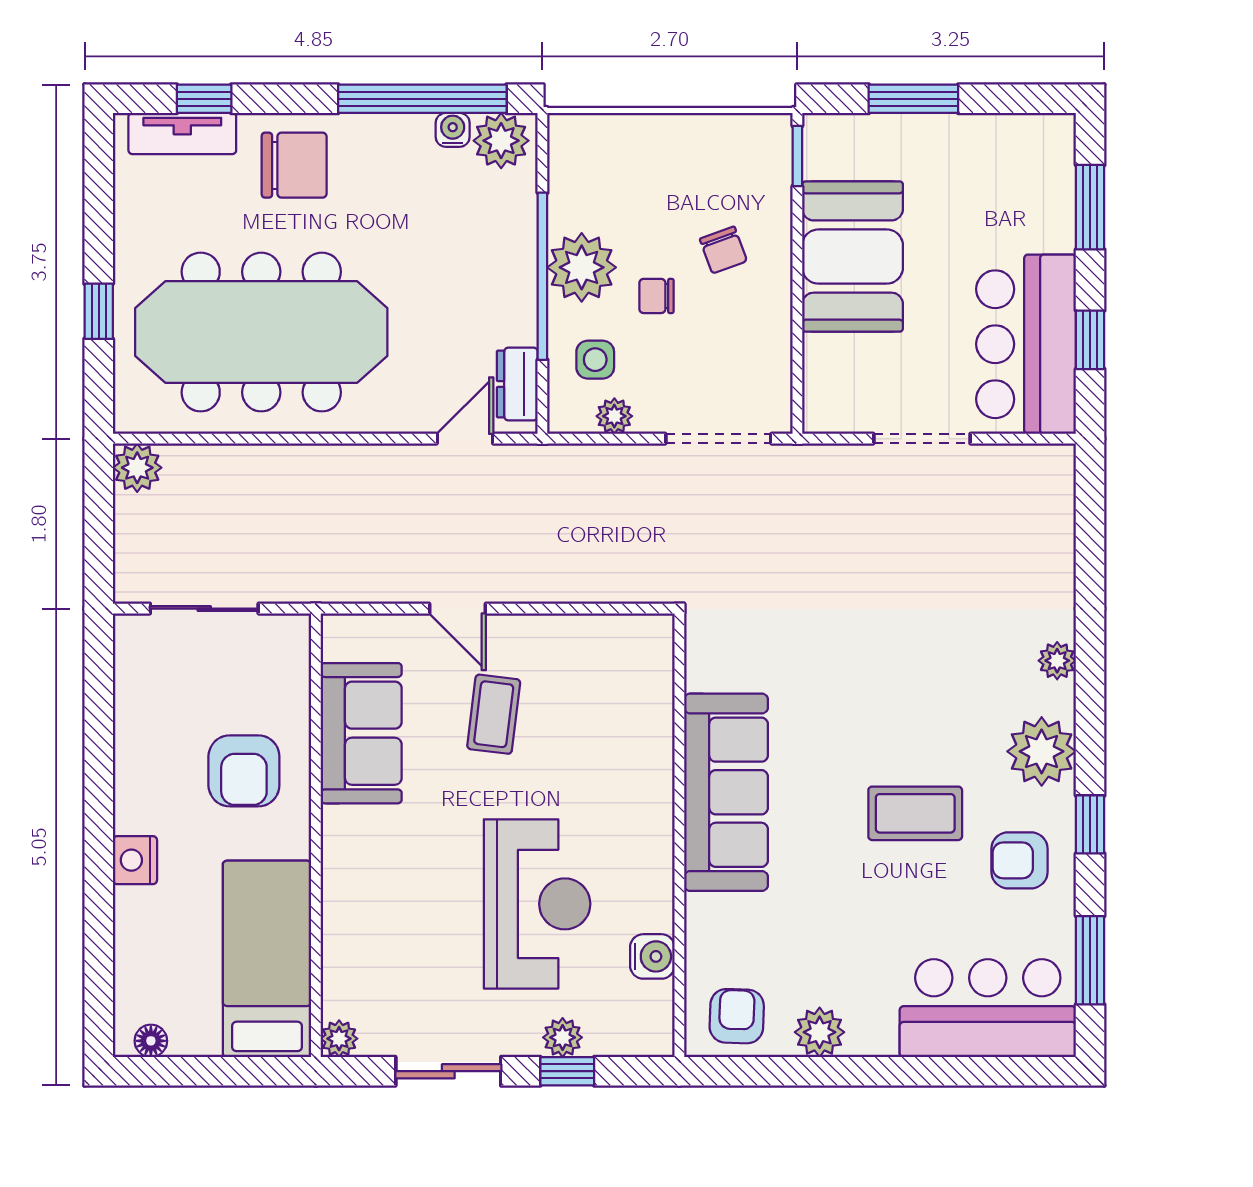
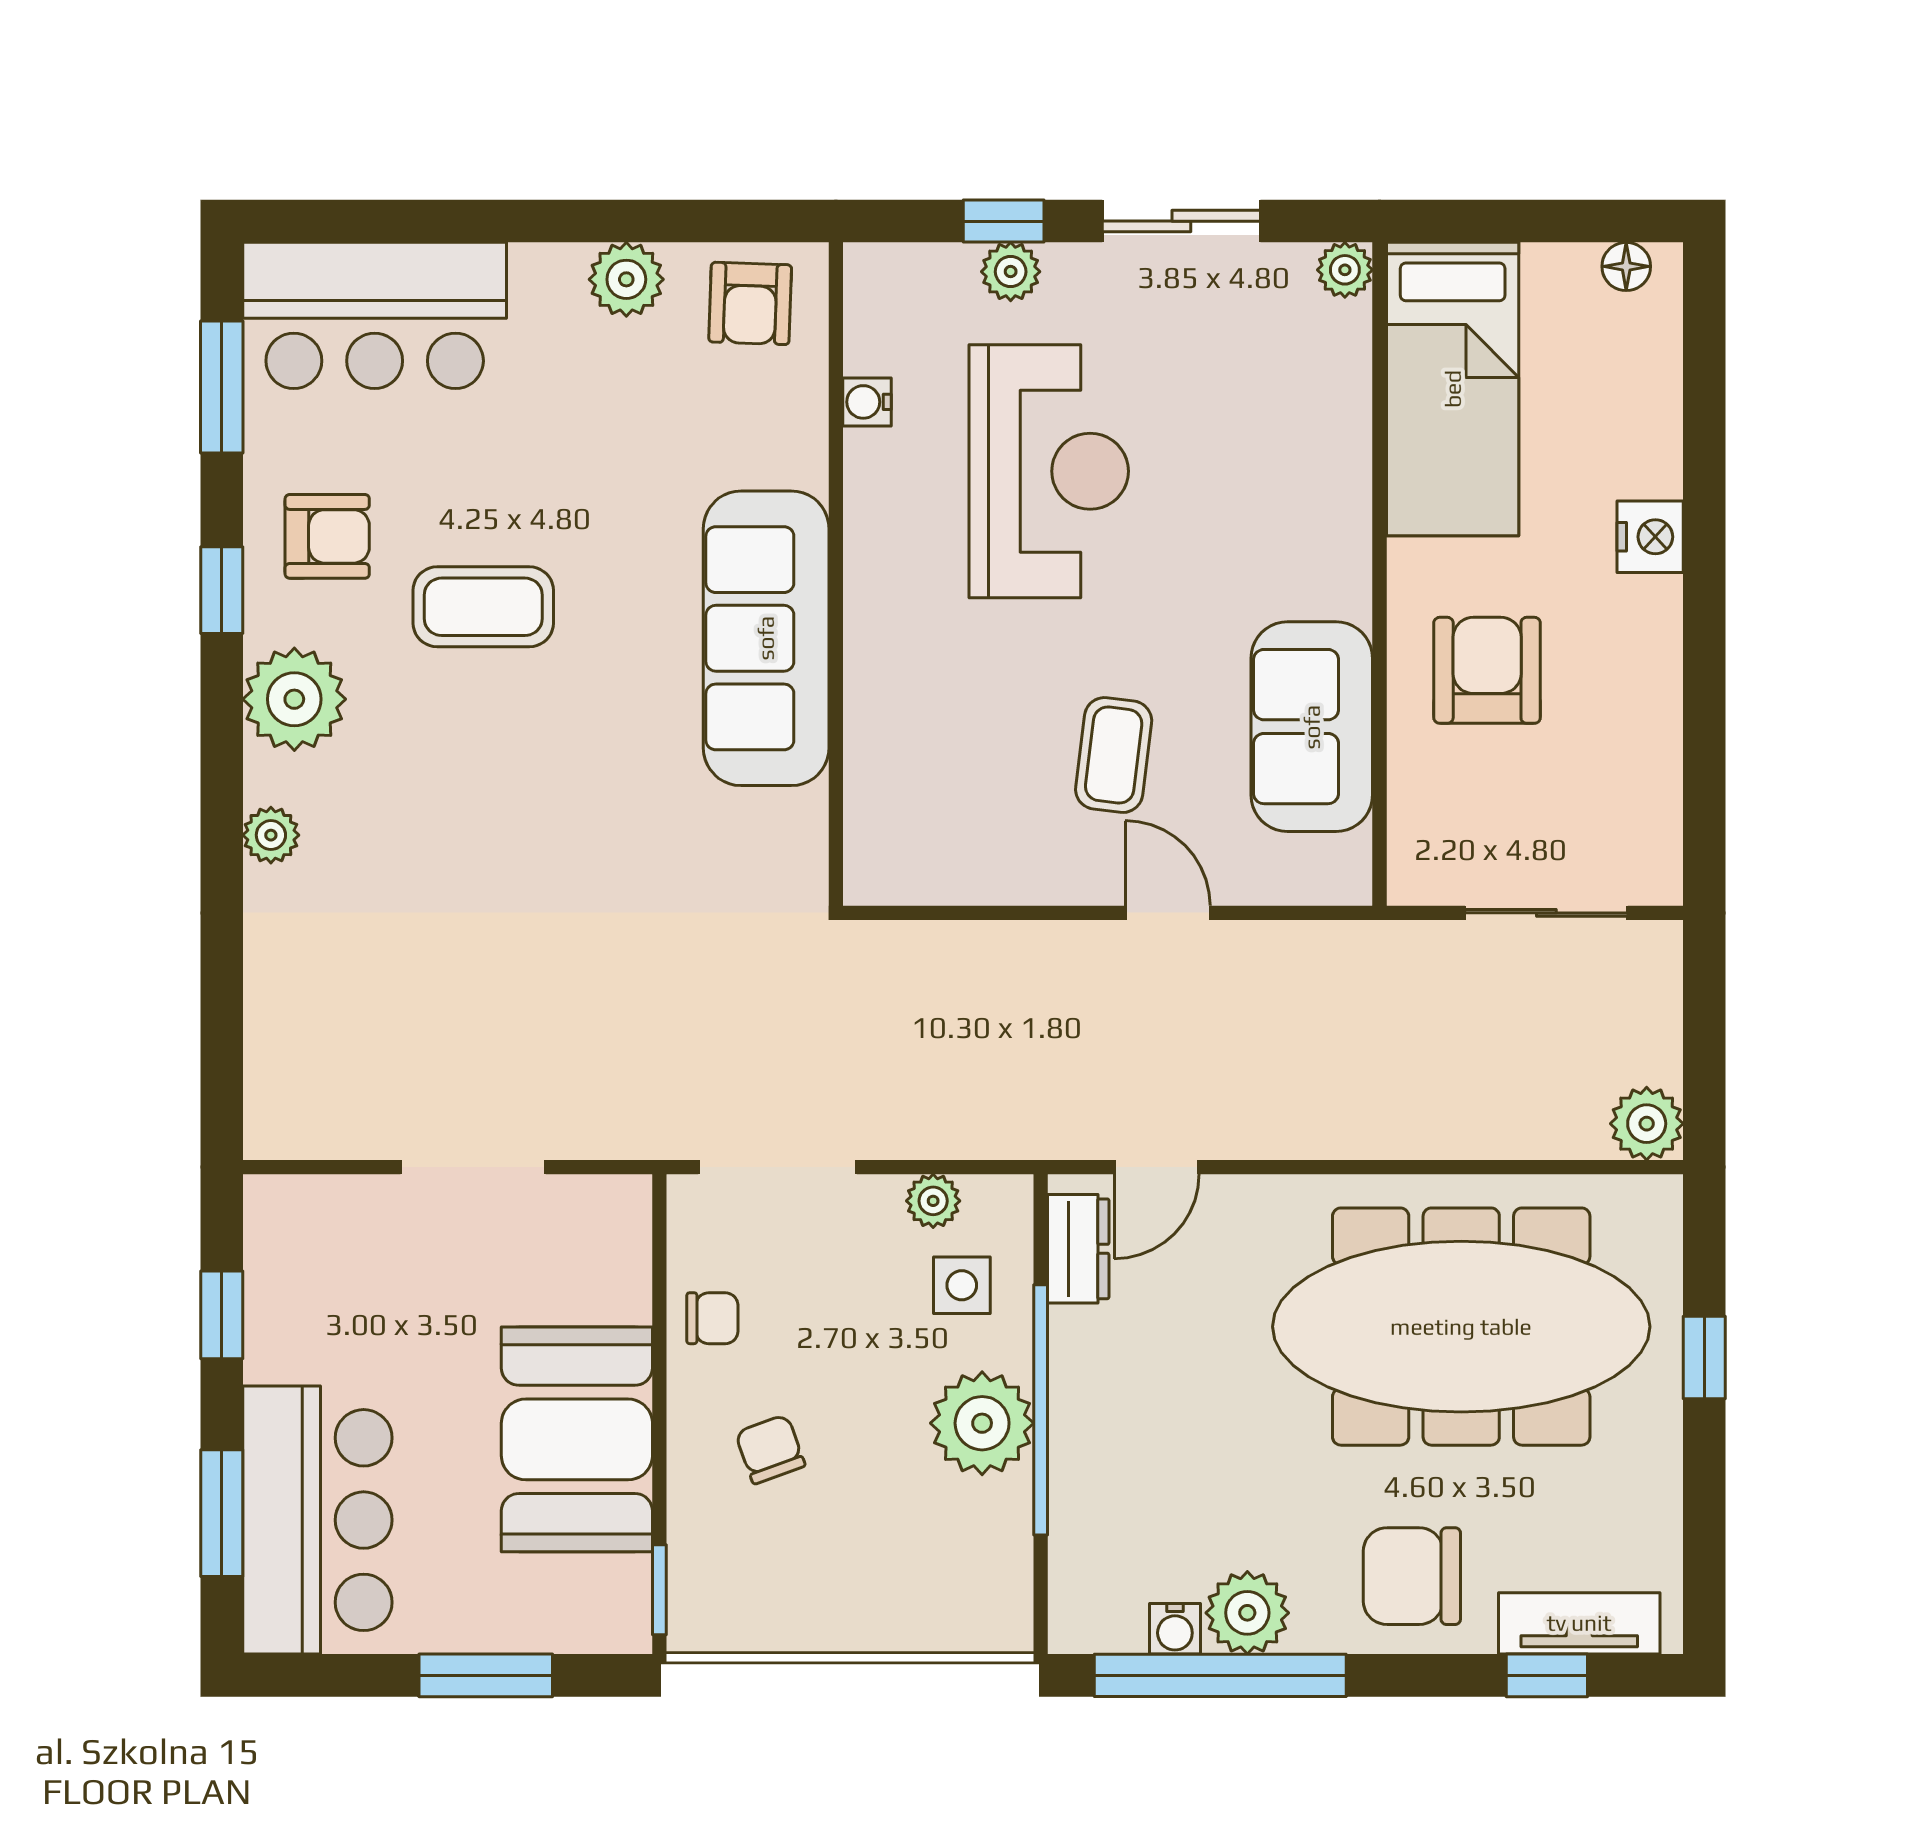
plant: (501, 141) -> (1247, 1613), moved
chair: (656, 296) -> (712, 1318), moved
bar counter: (1026, 344) -> (317, 1520), moved
reception desk: (537, 904) -> (1049, 471), turned 180
water cooler: (652, 956) -> (867, 402), width x0.72, depth x0.72

